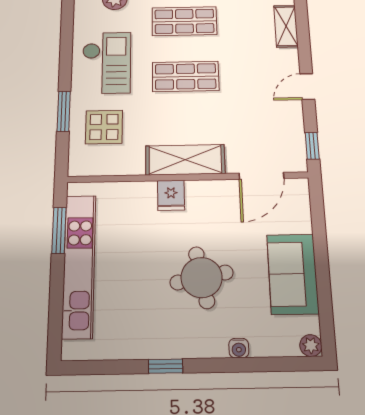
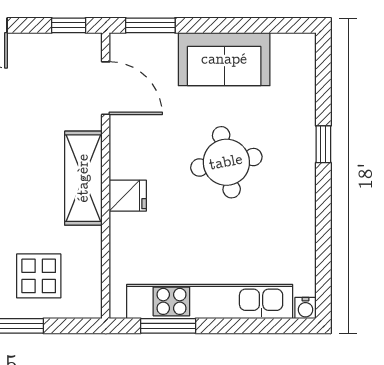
window: (317, 211) -> (150, 25), added
plant: (311, 346) -> (304, 45), removed
water cooler: (239, 348) -> (305, 308), moved, turned 90
window: (166, 366) -> (323, 144), moved

